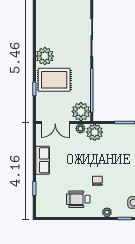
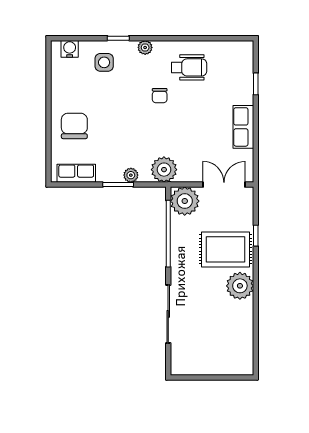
plant: (80, 129) -> (131, 175), moved

